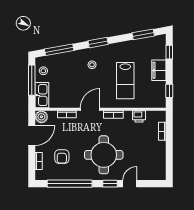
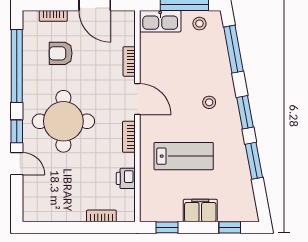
window: (143, 34) -> (254, 161), moved
lab bench: (125, 81) -> (184, 156), turned 180
plant: (41, 117) -> (125, 20), removed

